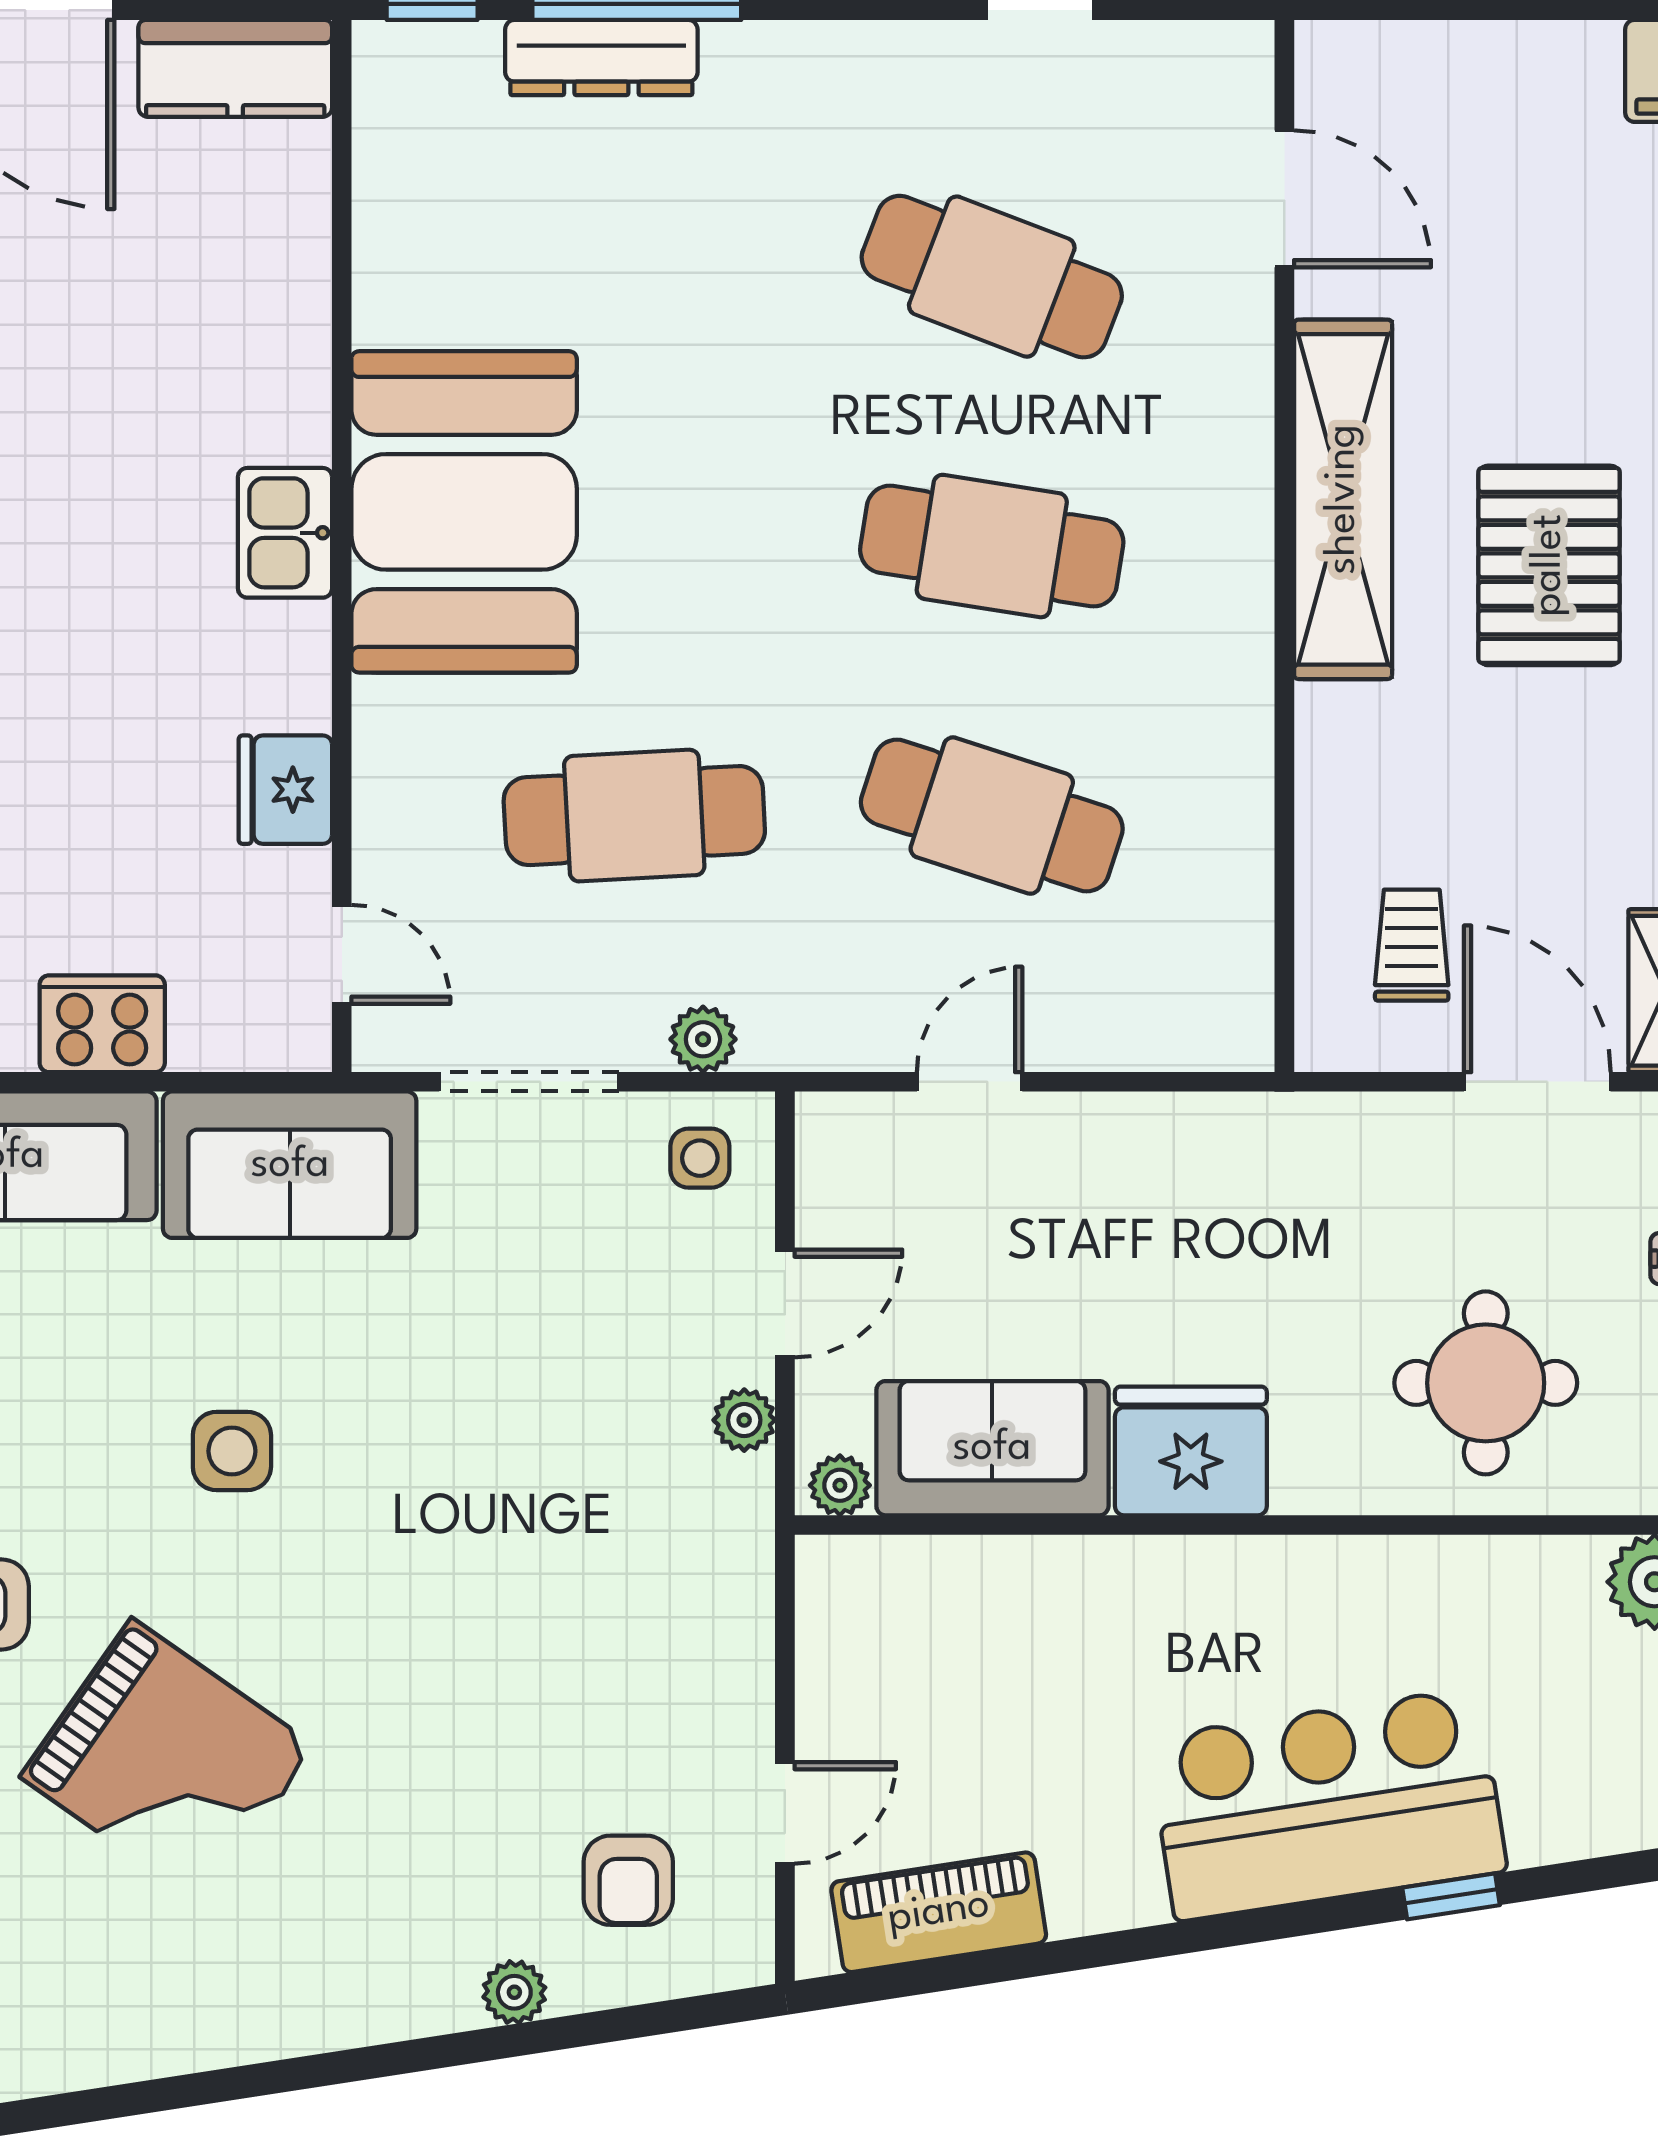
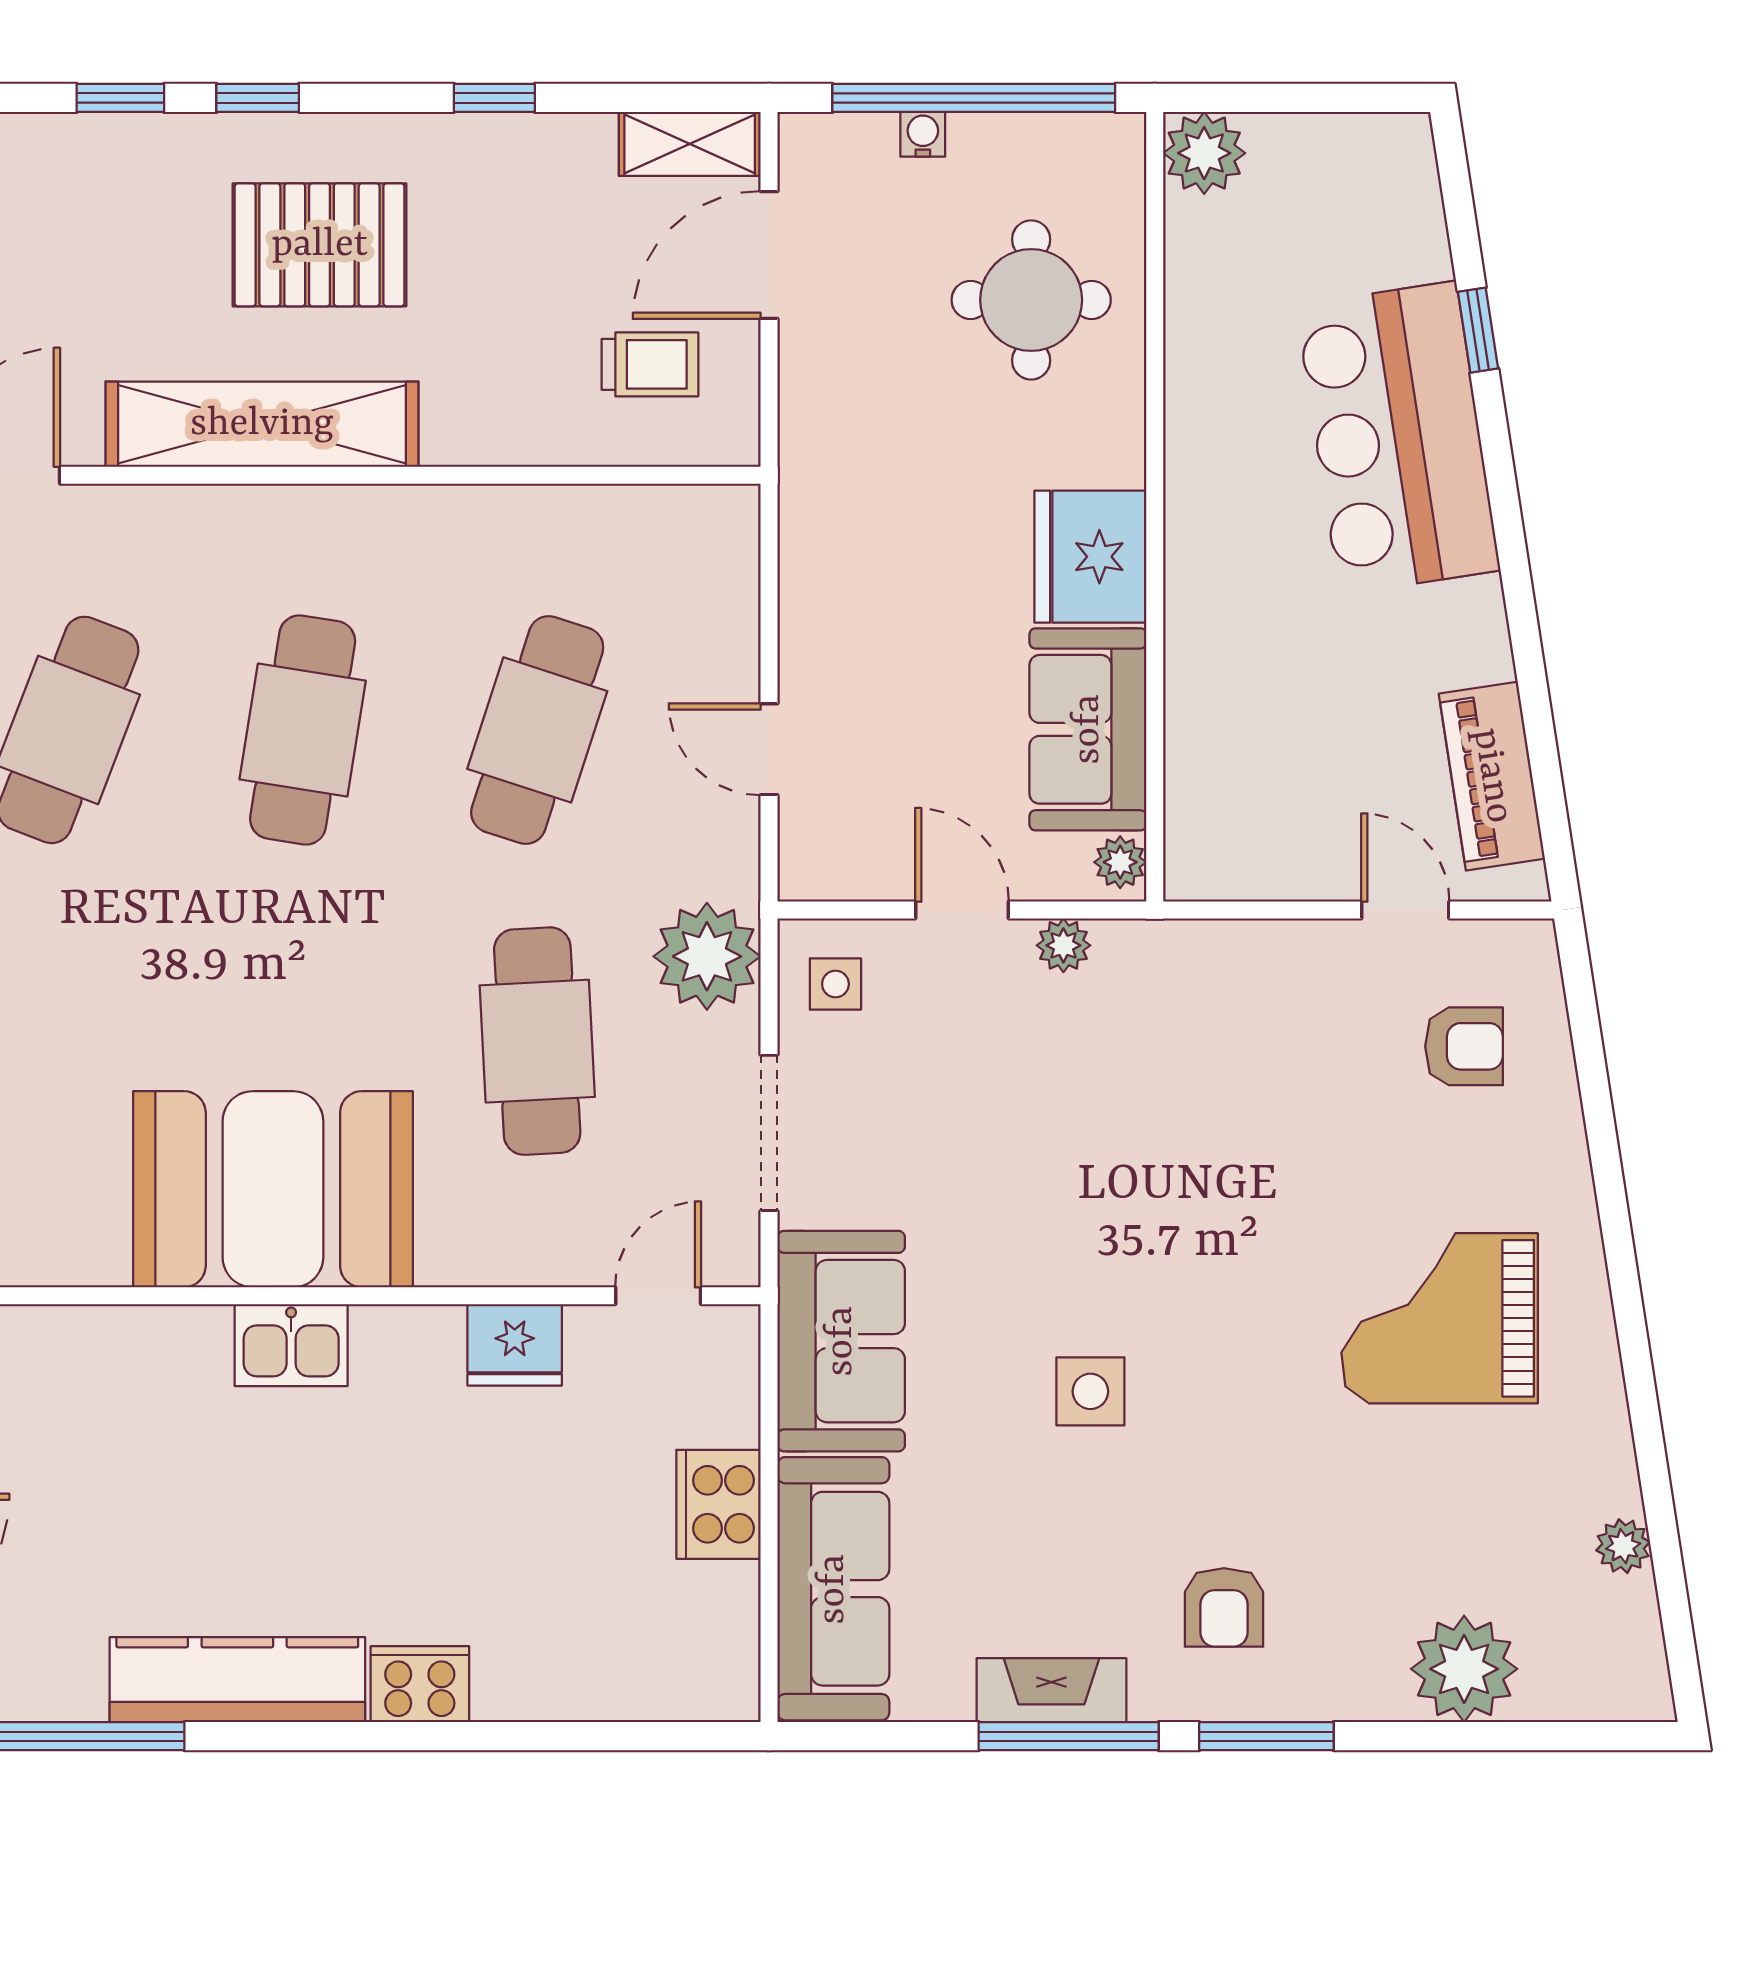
trolley: (1412, 945) -> (650, 364), turned 180
plant: (703, 1039) -> (707, 956), width x1.88, depth x1.88
grand piano: (168, 1762) -> (1440, 1318), moved, turned -125
plant: (514, 1992) -> (1623, 1546), moved

